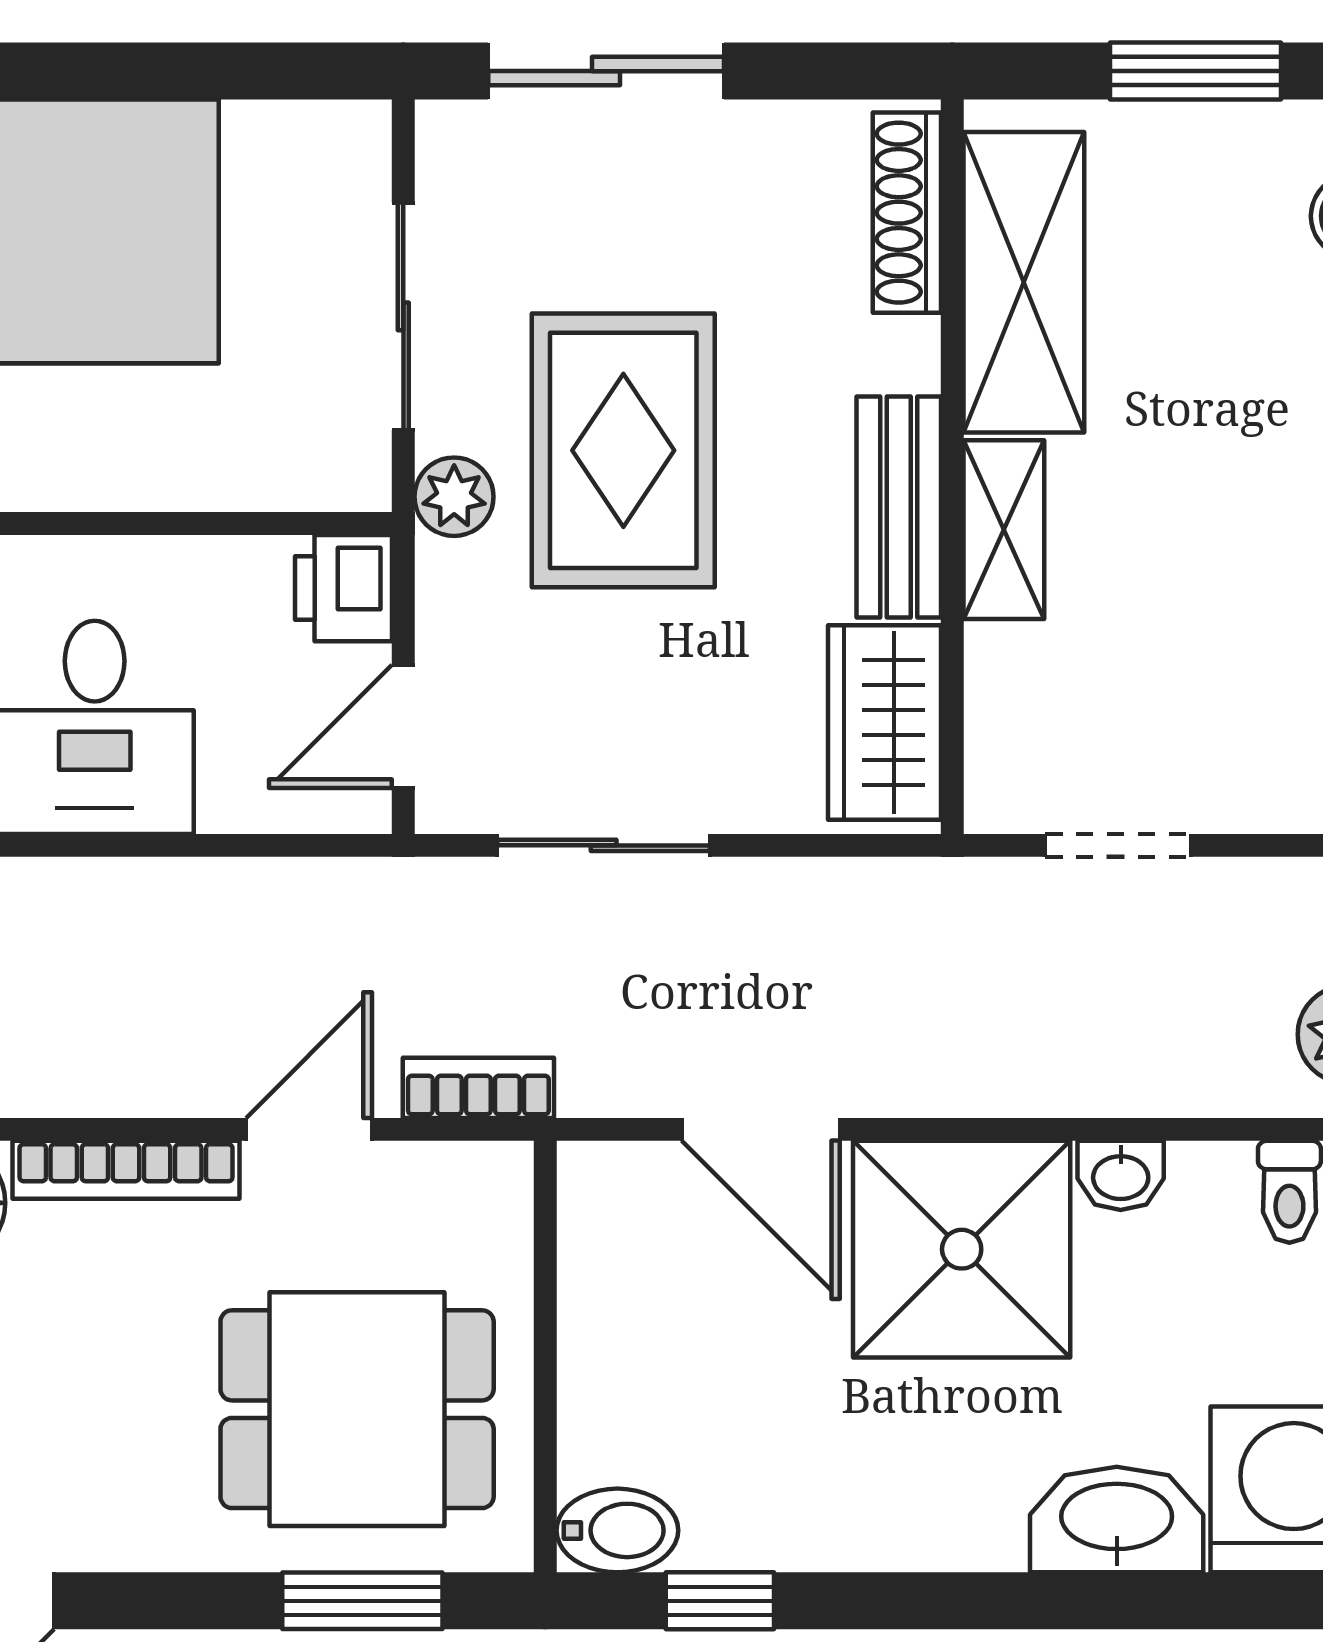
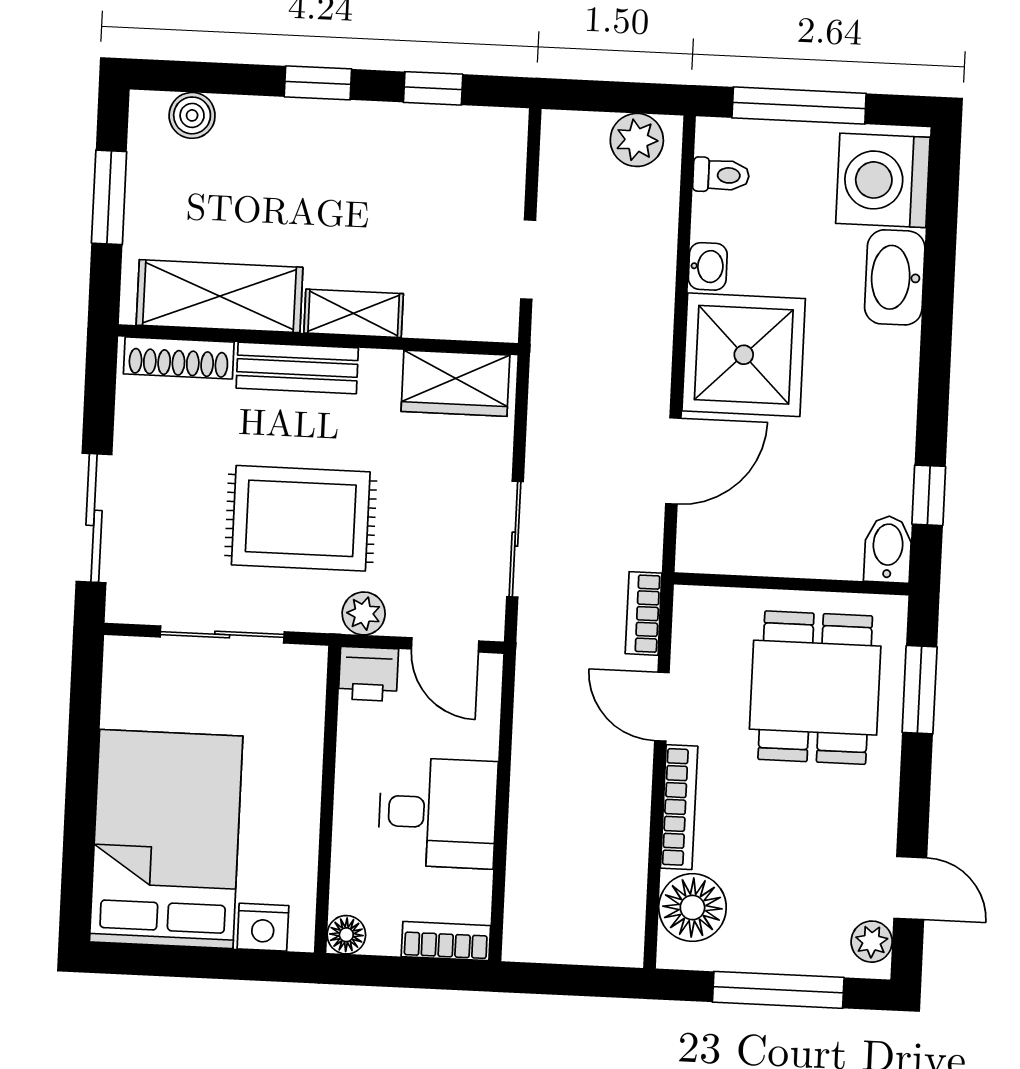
plant: (454, 497) -> (364, 613), moved
bench: (899, 507) -> (297, 368), moved

